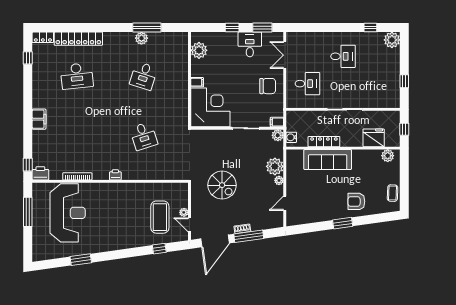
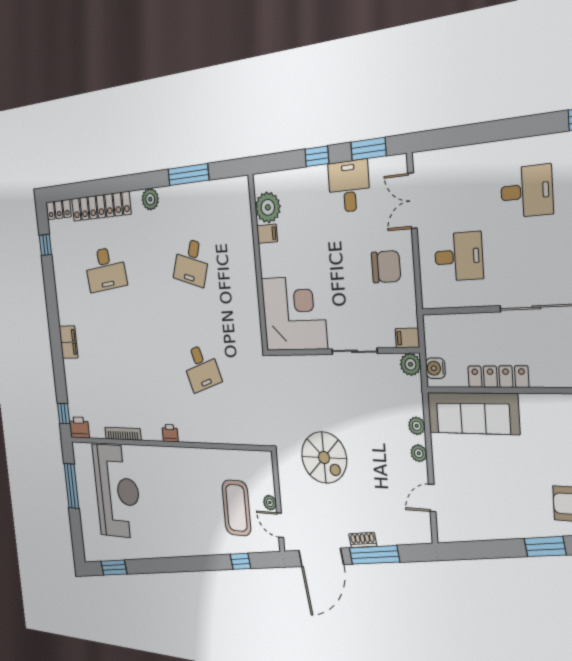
plant: (141, 38) -> (150, 199), moved
filing cabinet: (197, 82) -> (267, 234), moved
sofa: (328, 160) -> (473, 413), moved
plant: (275, 166) -> (417, 426), width x0.53, depth x0.53
window: (81, 260) -> (114, 567), moved

